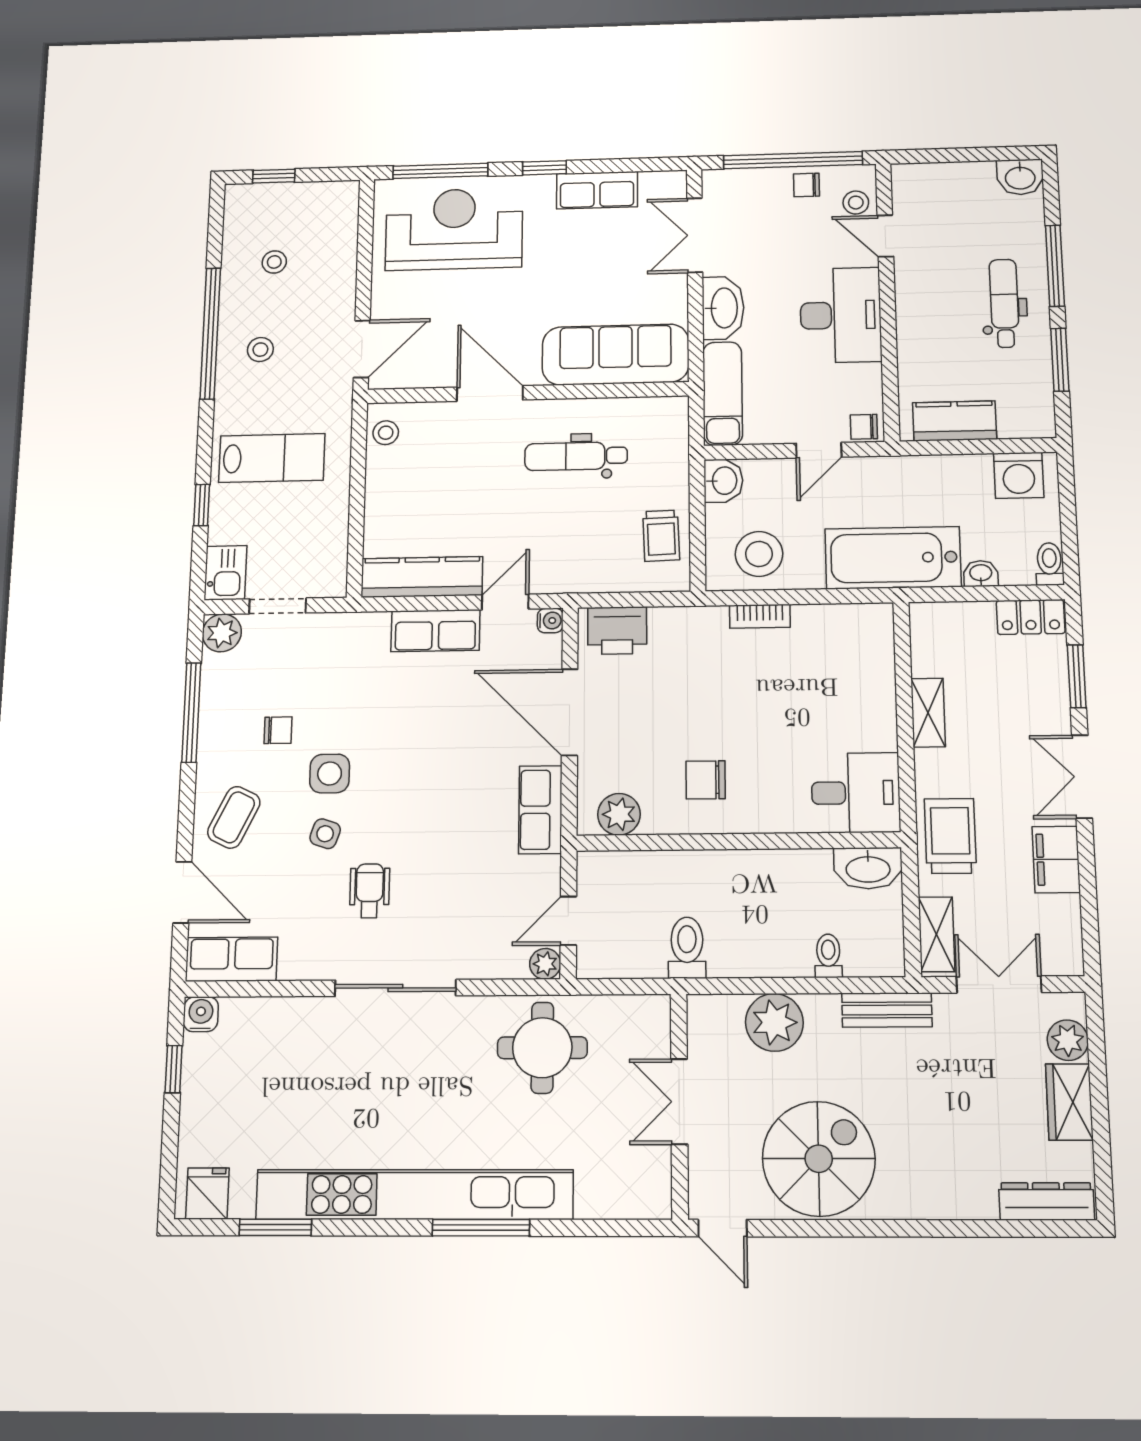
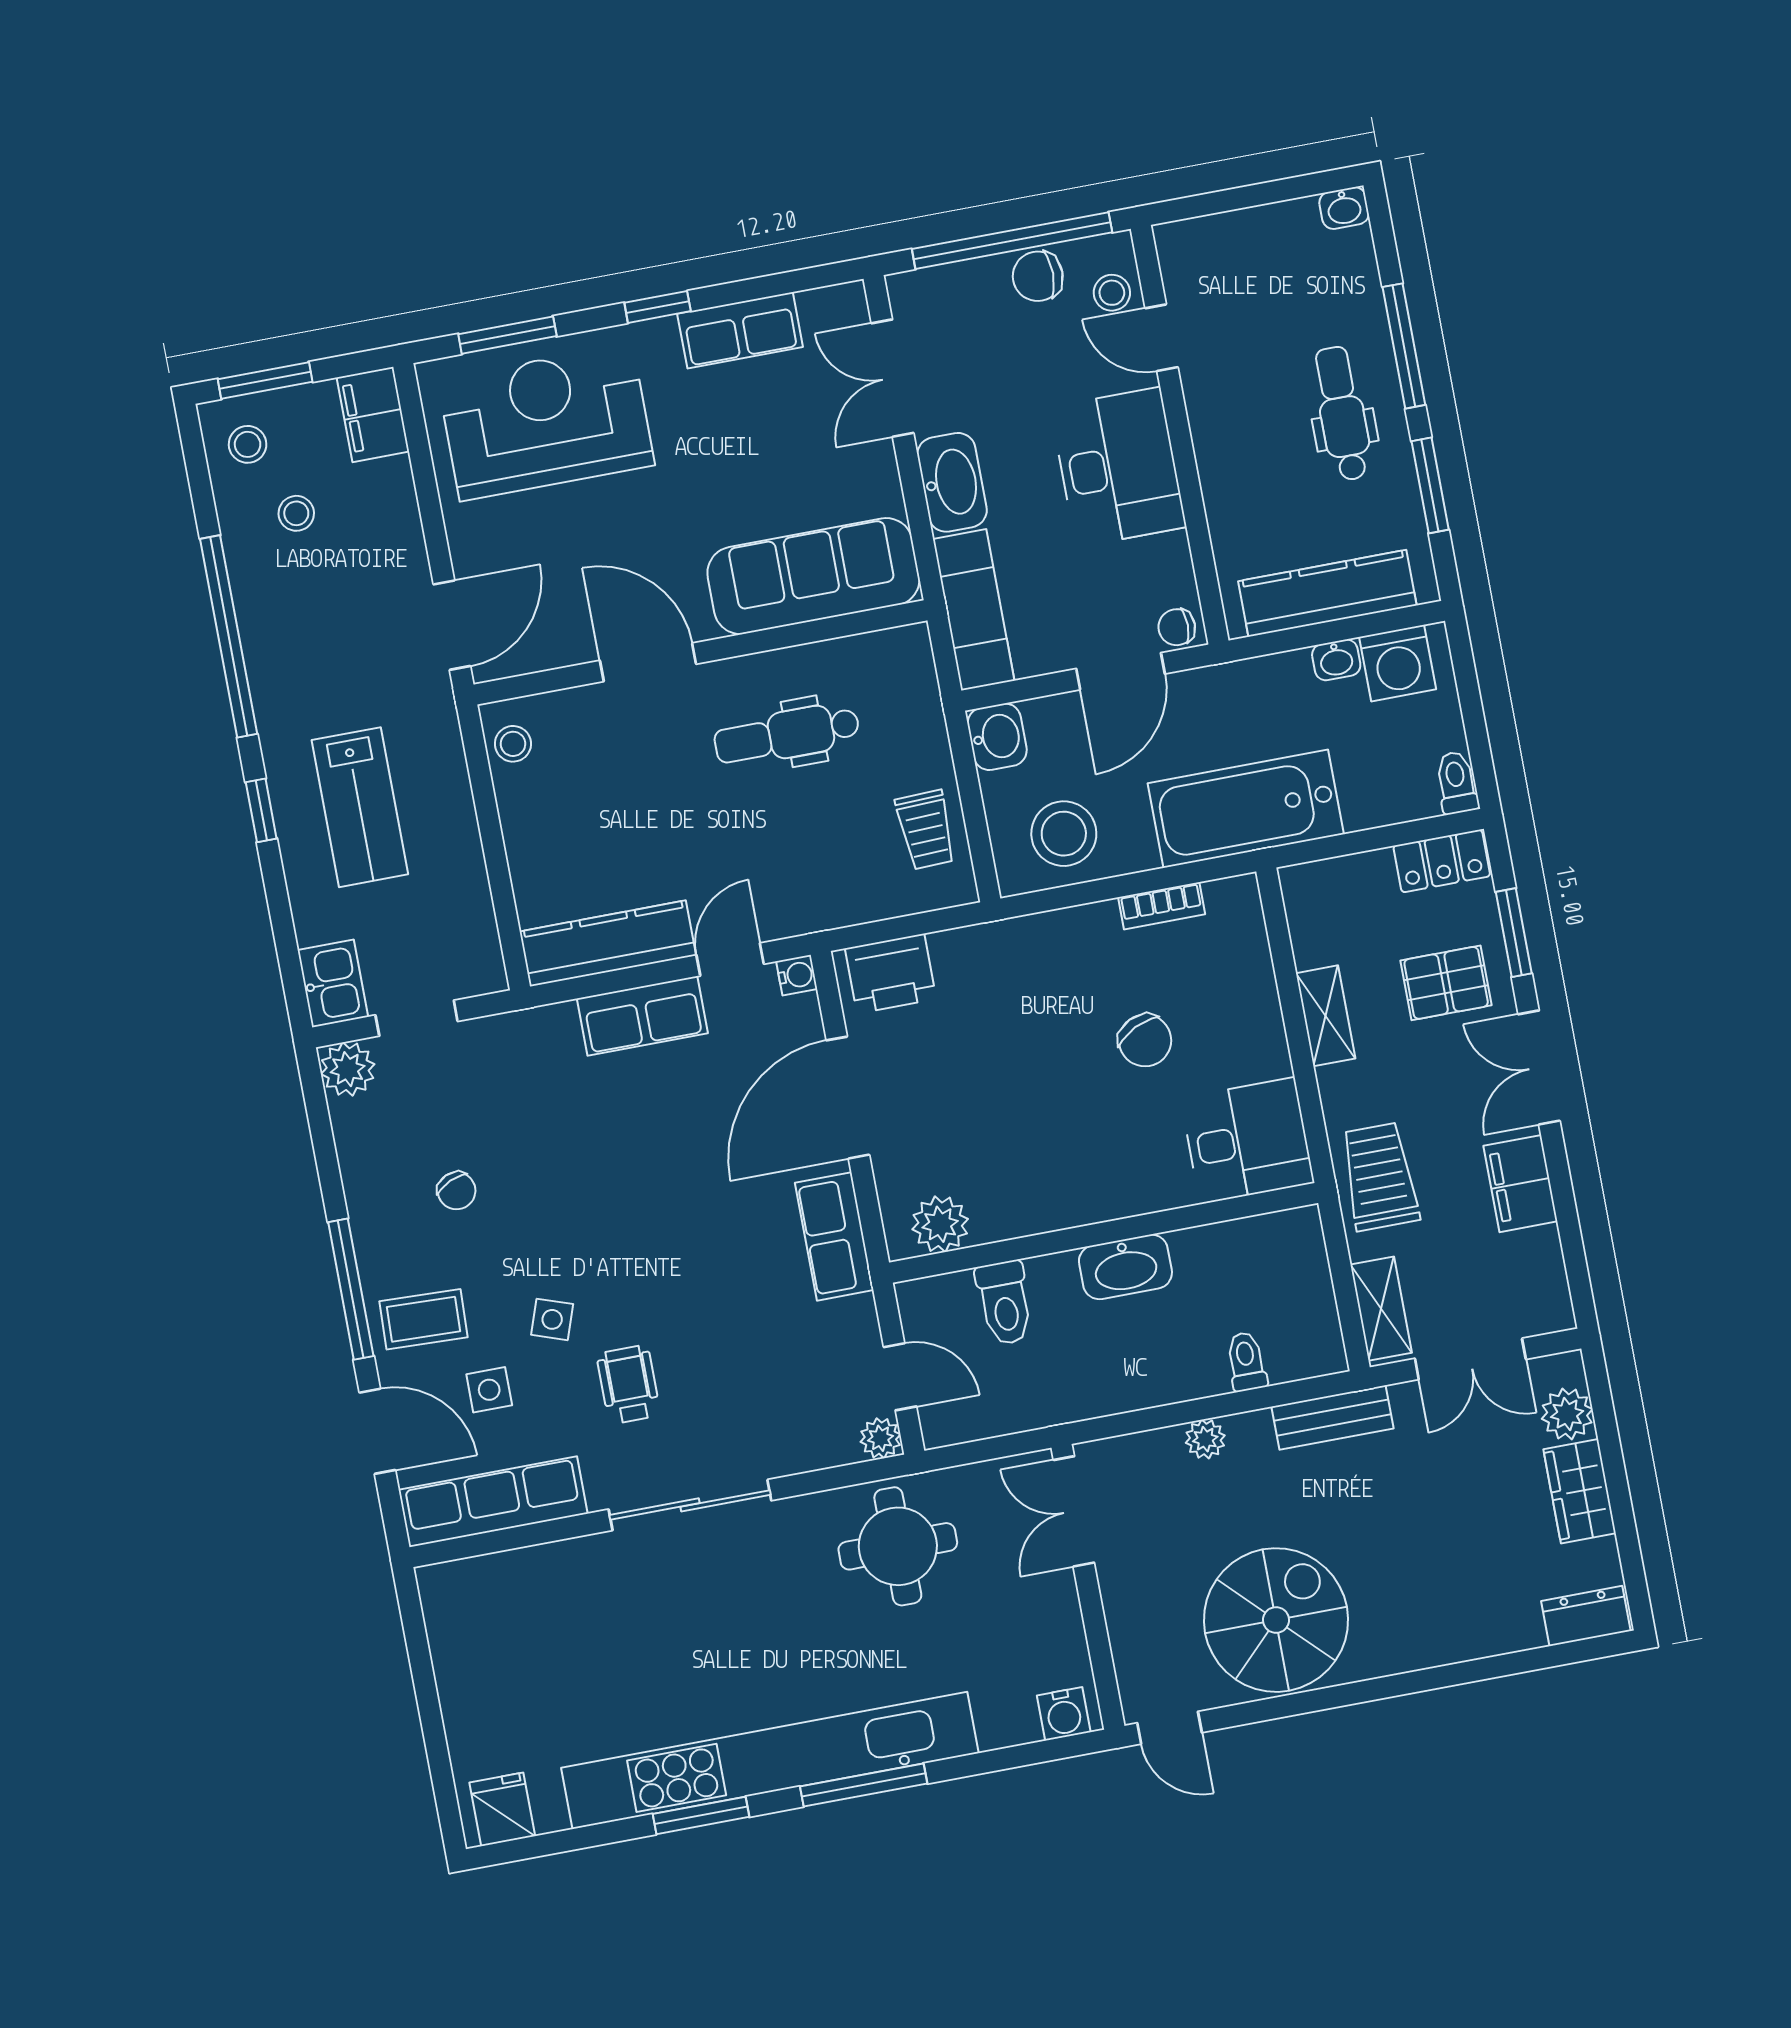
window: (440, 171) -> (507, 335), width x0.69
window: (274, 176) -> (265, 380), width x1.50
washbasin: (1020, 177) -> (1344, 208), width x0.72, depth x0.69
chair: (807, 185) -> (1038, 276), width x1.37, depth x1.37
filing cabinet: (340, 208) -> (373, 414), added
stool: (260, 350) -> (248, 444), moved
kitchen counter: (955, 421) -> (1327, 593), width x1.50
door: (819, 450) -> (1120, 671), width x1.37
lab bench: (272, 458) -> (360, 807), turned 90
window: (202, 505) -> (261, 810), moved
washbasin: (981, 573) -> (1336, 660), moved, turned 180
bookcase: (760, 616) -> (1162, 906), moved
pallet: (1021, 704) -> (1446, 983), added
window: (191, 712) -> (351, 1289), moved
door: (570, 712) -> (848, 1098), hinge flipped
chair: (278, 730) -> (457, 1191), turned 66
side table: (330, 774) -> (489, 1390), moved, width x0.73, depth x0.73
chair: (706, 780) -> (1145, 1040), moved, turned -116
coffee table: (234, 817) -> (423, 1319), turned 66
washbasin: (868, 868) -> (1125, 1267), moved
door: (568, 921) -> (900, 1377), swing flipped
toilet: (687, 948) -> (1005, 1303), moved, turned 180
row of seats: (232, 959) -> (493, 1502), width x1.48
double door: (999, 984) -> (1470, 1359), swing flipped
water cooler: (201, 1014) -> (1064, 1714), moved, turned 180
plant: (774, 1022) -> (1205, 1439), width x0.53, depth x0.53
window: (174, 1069) -> (421, 1662), removed
double door: (679, 1102) -> (1074, 1511), moved
dresser: (1047, 1202) -> (1586, 1616), width x0.70
window: (275, 1227) -> (701, 1815), moved

